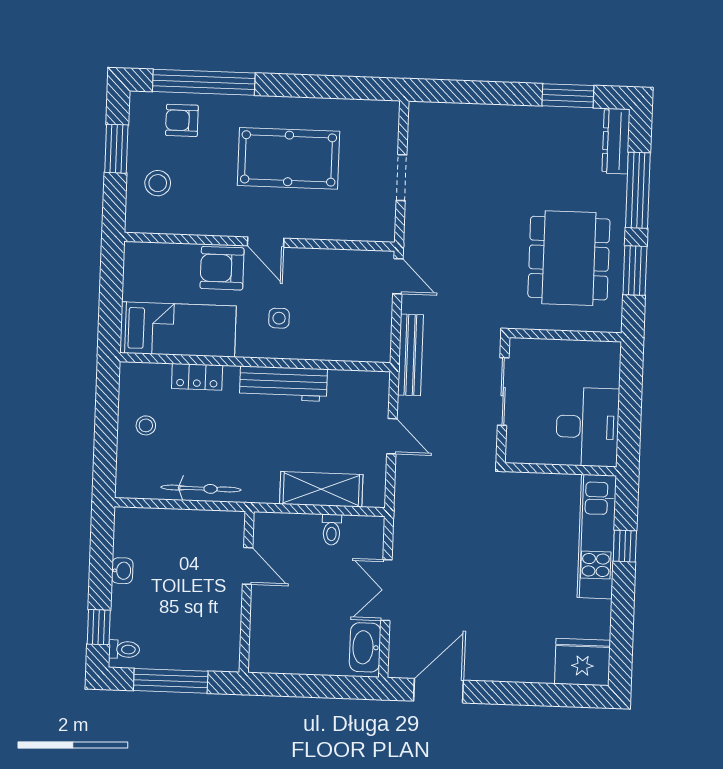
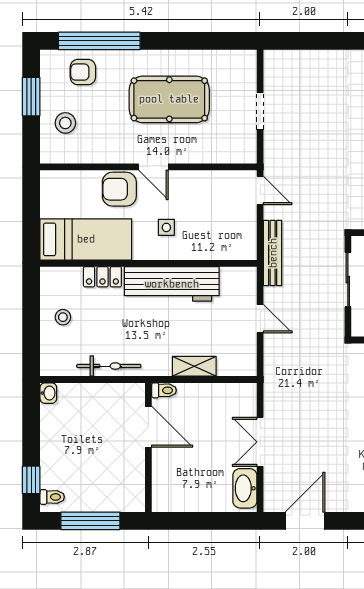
workbench: (283, 384) -> (172, 284), width x1.36, depth x1.32
shelving: (321, 489) -> (194, 366), width x0.67, depth x0.75
toilet: (332, 530) -> (164, 390), moved, turned -90
door: (248, 566) -> (148, 427), width x1.37
washbasin: (122, 571) -> (48, 393), moved

